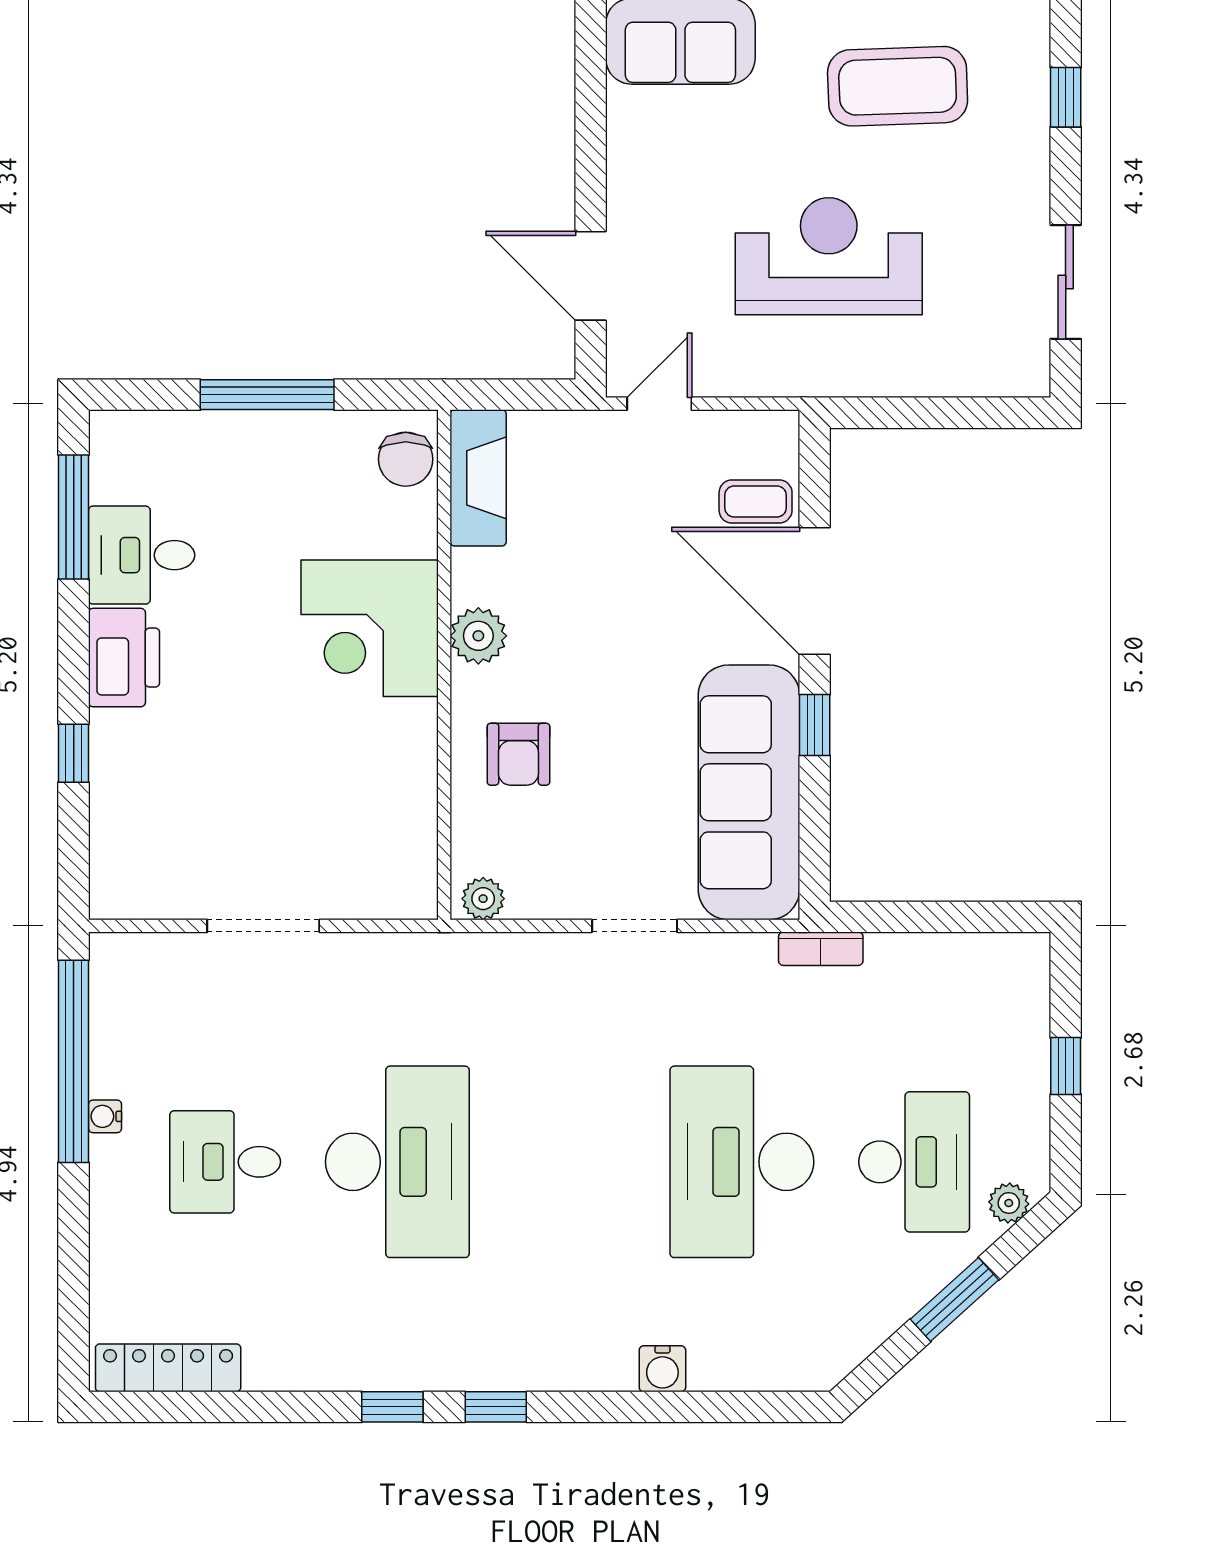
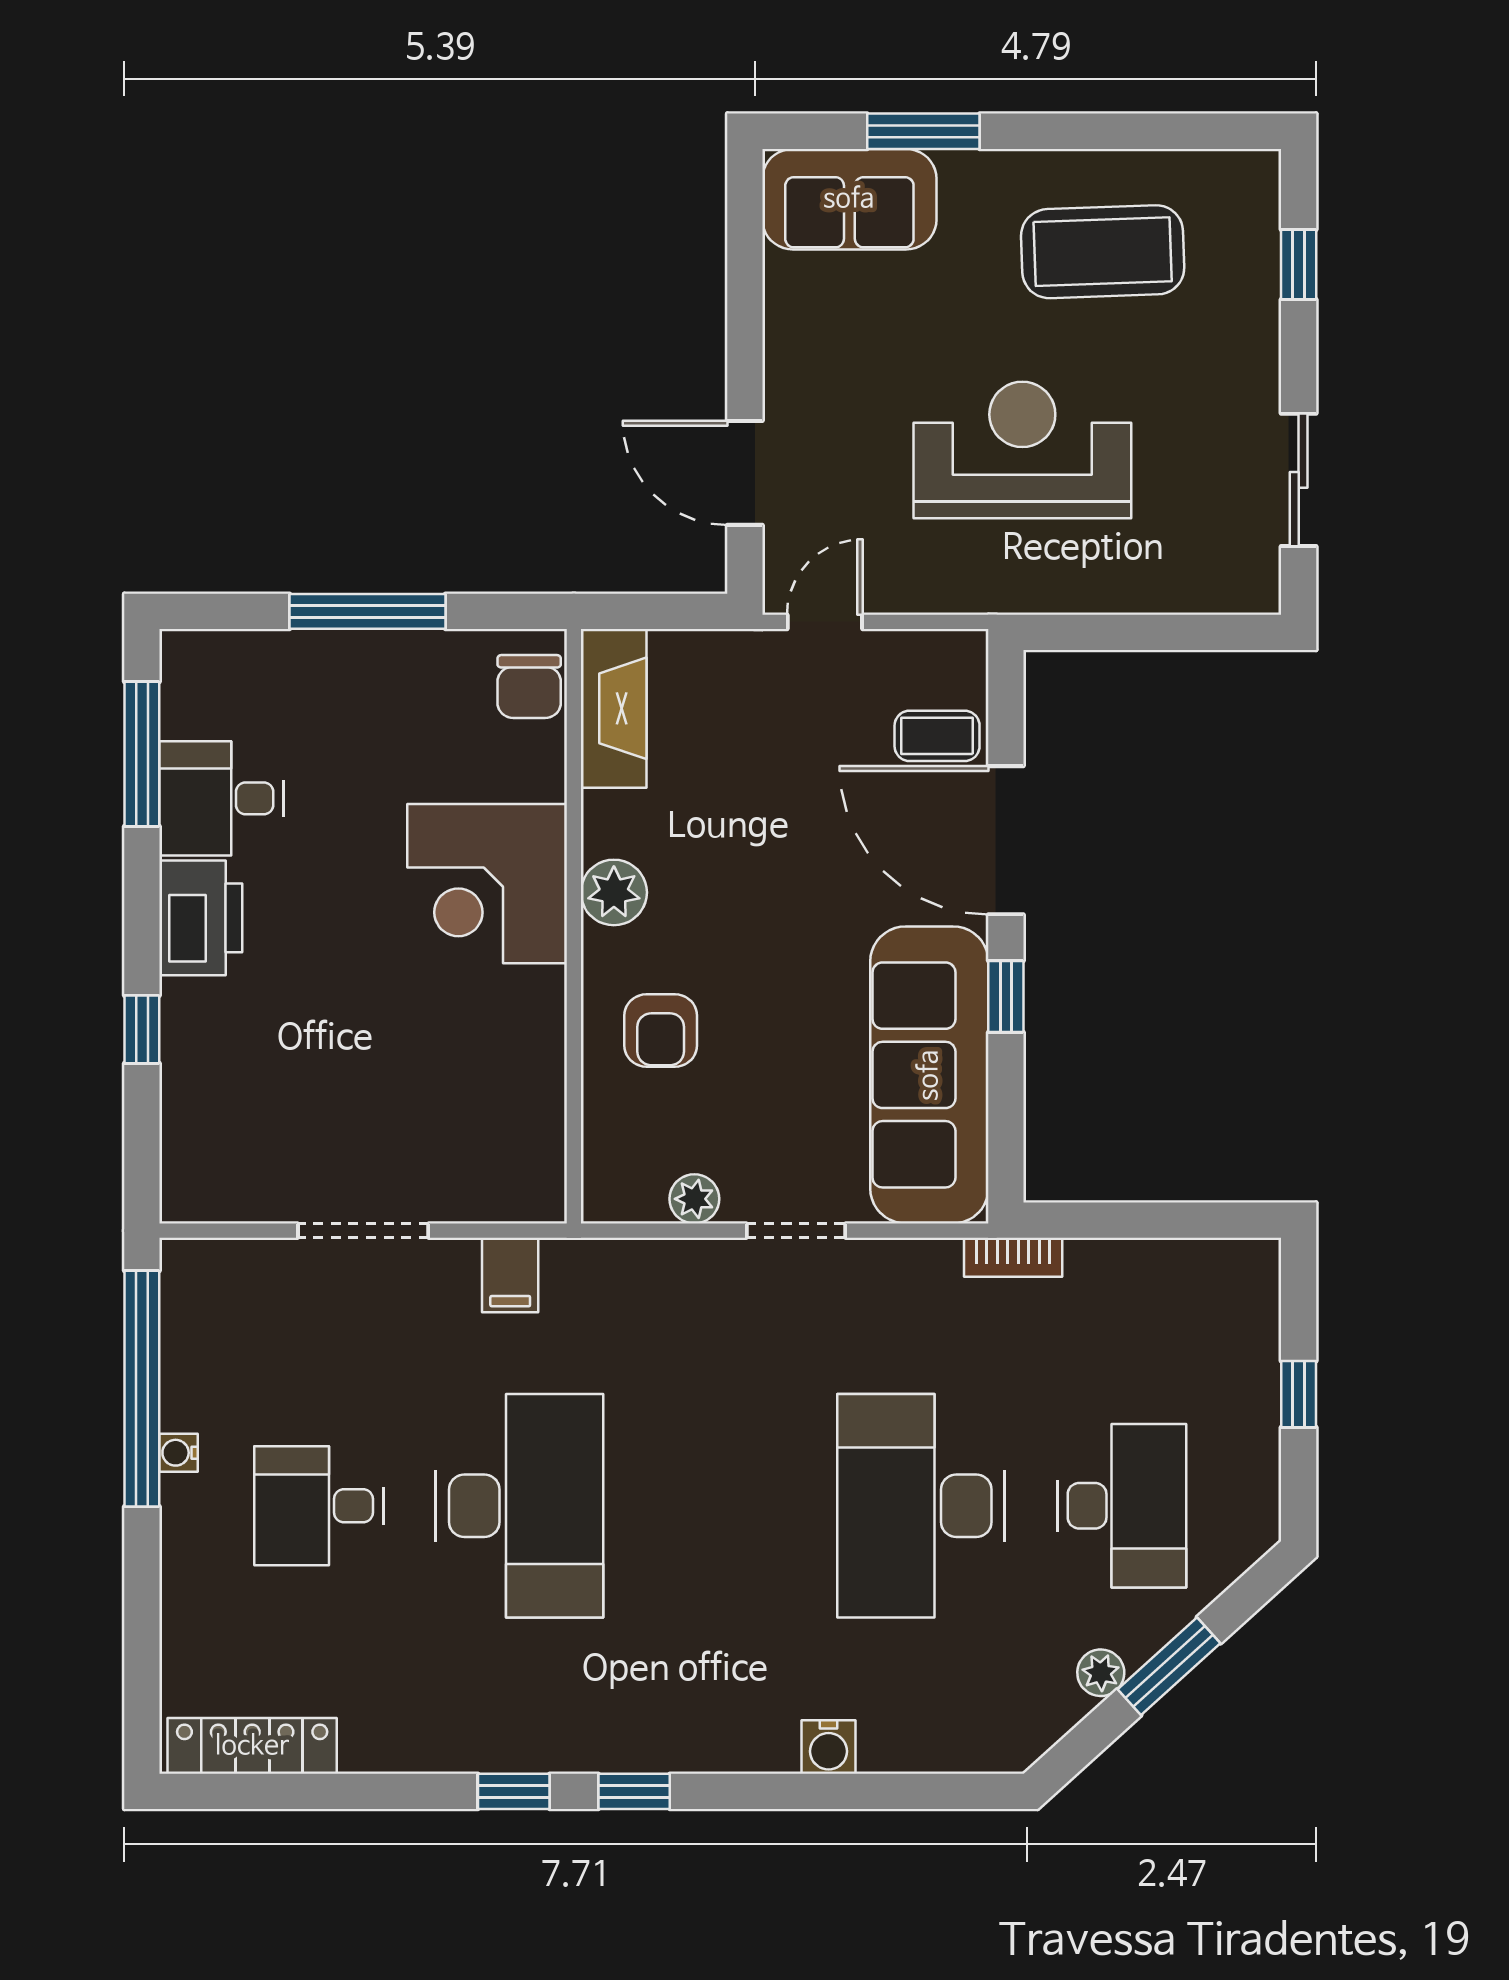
plant: (483, 899) -> (694, 1199), moved
filing cabinet: (389, 964) -> (510, 1275), added
plant: (1009, 1203) -> (1101, 1673), moved

